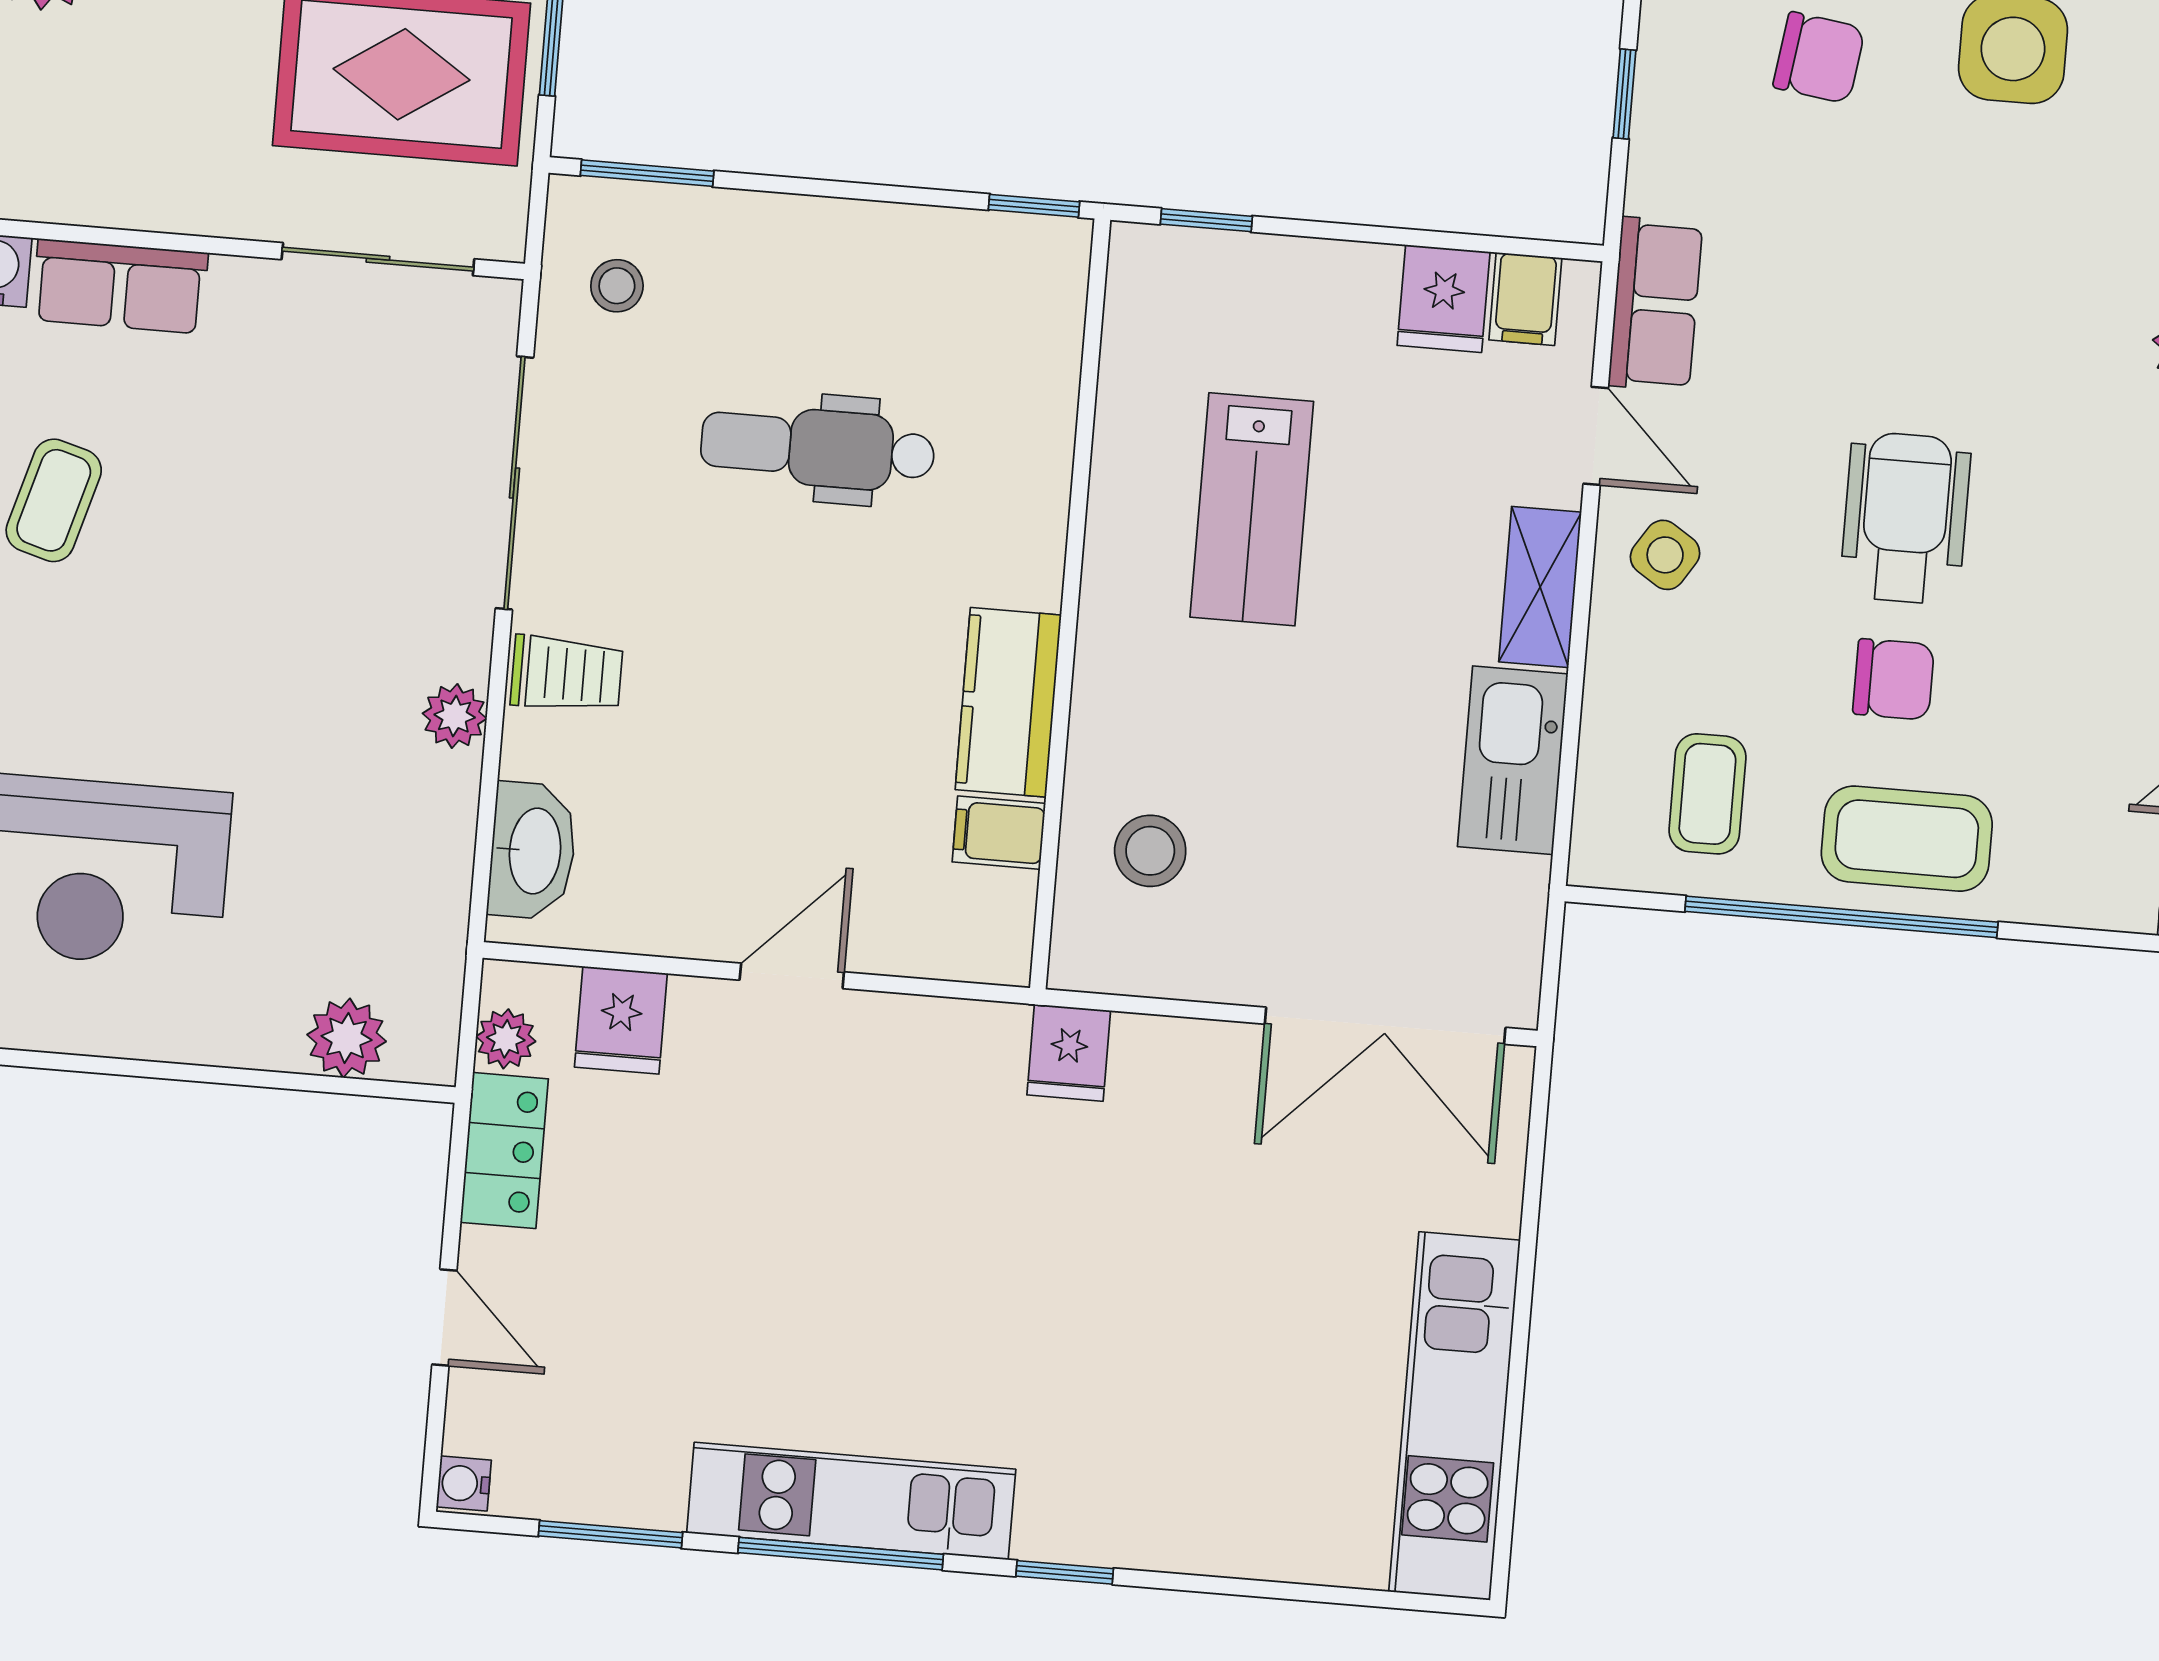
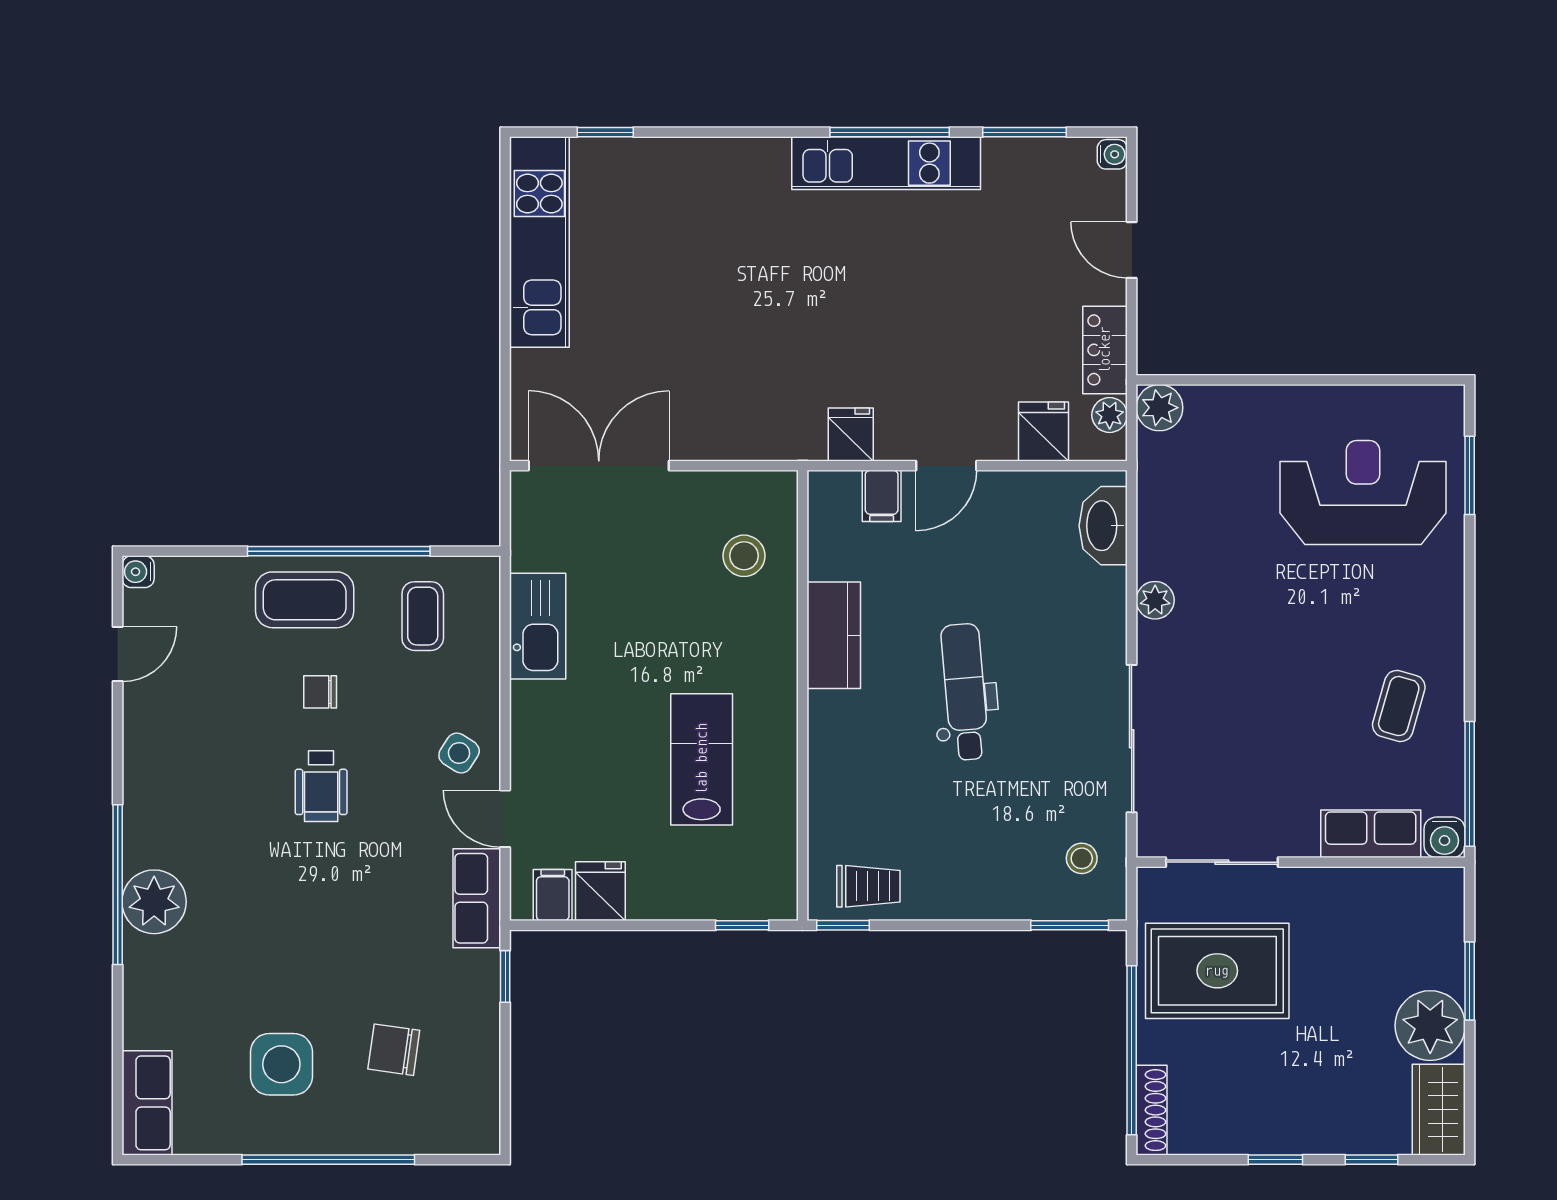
window: (1624, 94) -> (505, 976), moved
dental chair: (818, 448) -> (965, 692), moved, turned -95
wheelchair: (1905, 518) -> (321, 786), width x0.73, depth x0.73
shelving: (1540, 587) -> (530, 728), removed
trolley: (567, 674) -> (868, 886), moved, turned 180
chair: (1893, 679) -> (320, 692), width x0.73, depth x0.73
filing cabinet: (999, 833) -> (882, 496), moved, turned 90
plant: (347, 1038) -> (1159, 408), moved
fridge: (1069, 1053) -> (851, 434), moved
window: (1065, 1572) -> (605, 132), moved

